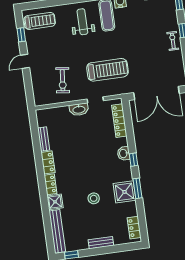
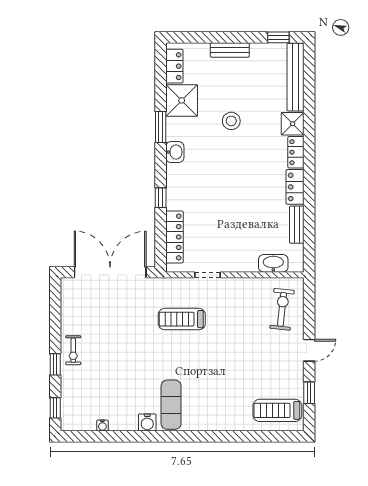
weight bench: (82, 22) -> (211, 400), removed
treadmill: (107, 70) -> (182, 319), width x0.73, depth x0.73
exercise bike: (63, 80) -> (282, 309), moved
washbasin: (79, 109) -> (273, 263), moved
washbasin: (124, 153) -> (175, 152), moved
window: (133, 160) -> (161, 198), moved
shower: (125, 192) -> (182, 100), moved

